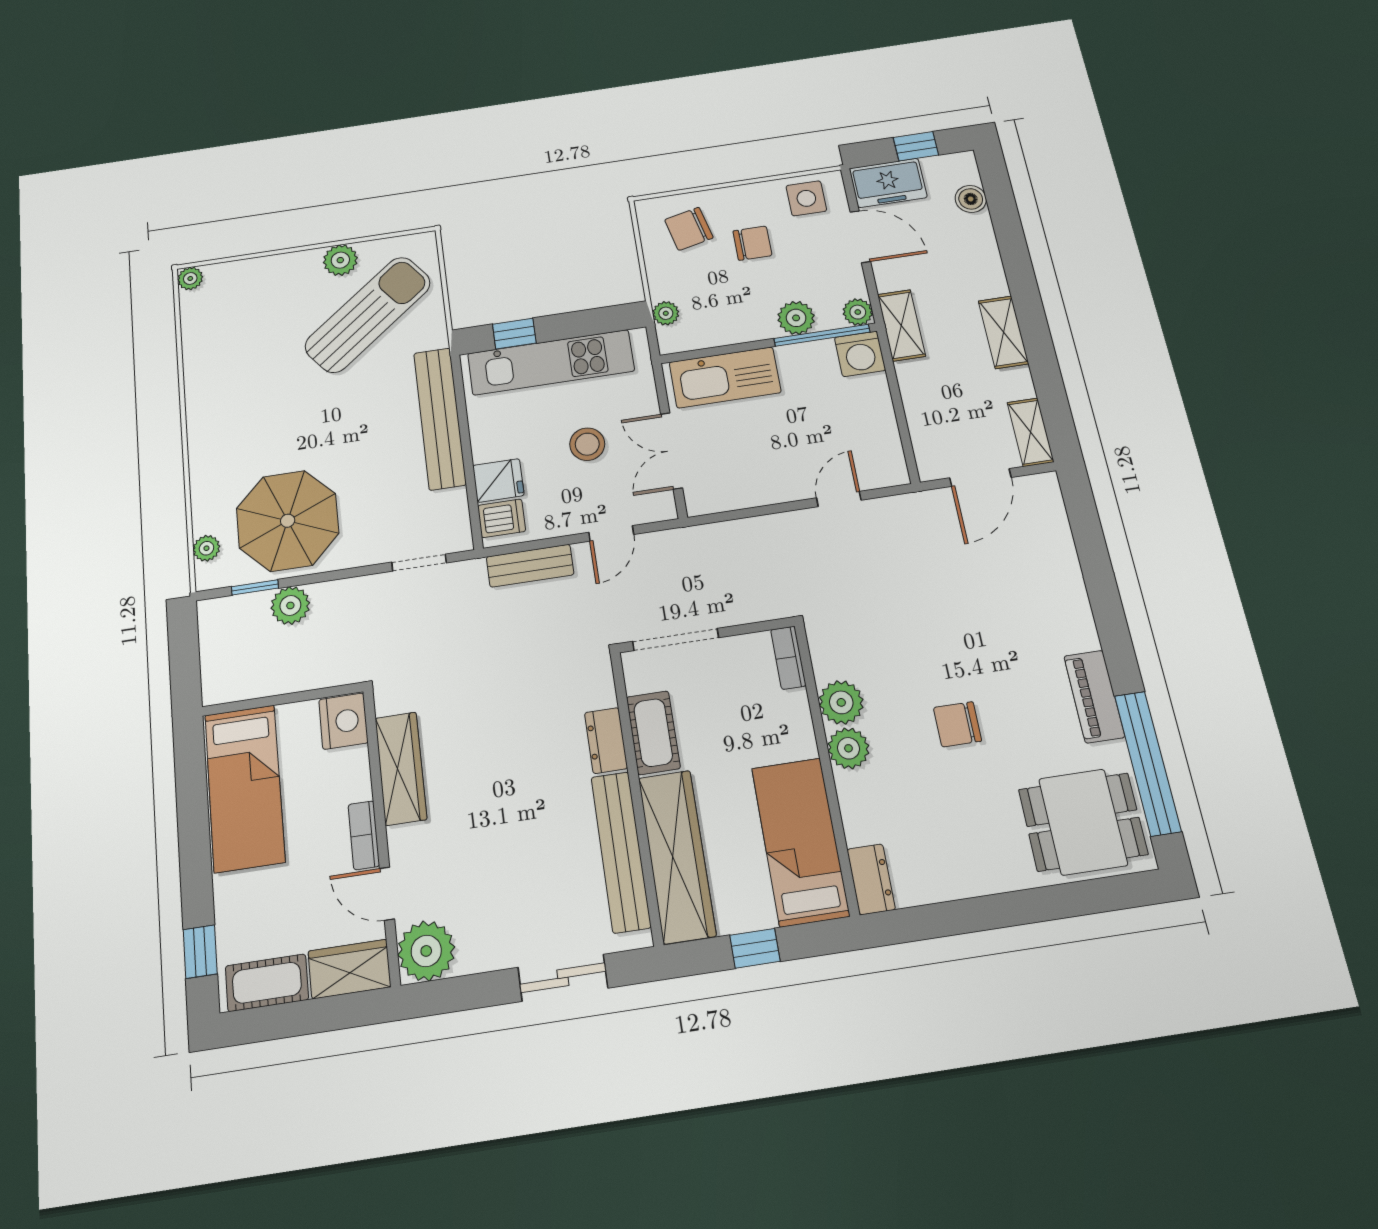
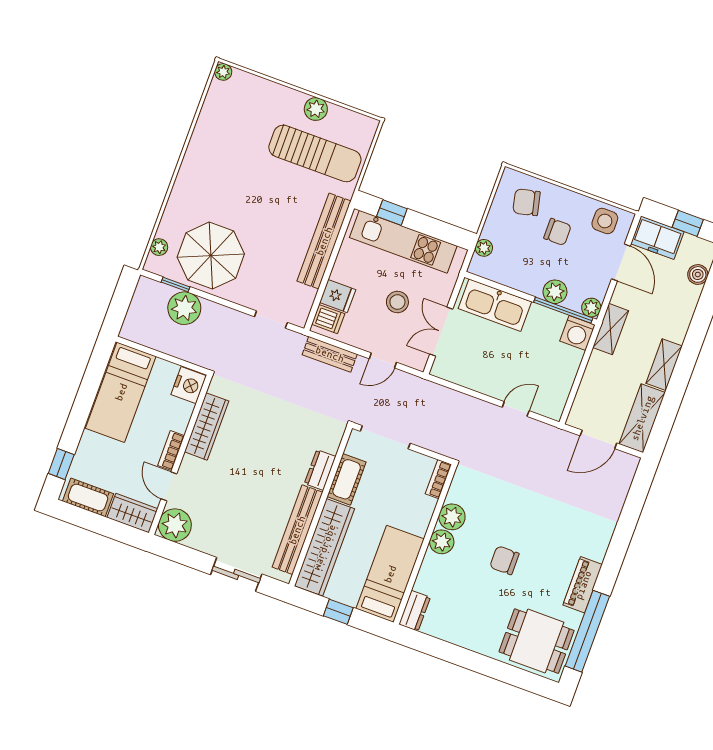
sun lounger: (368, 314) -> (315, 153), turned 38
shelving: (1030, 432) -> (642, 418), width x1.50, depth x1.33
plant: (290, 605) -> (184, 308), width x1.36, depth x1.36

